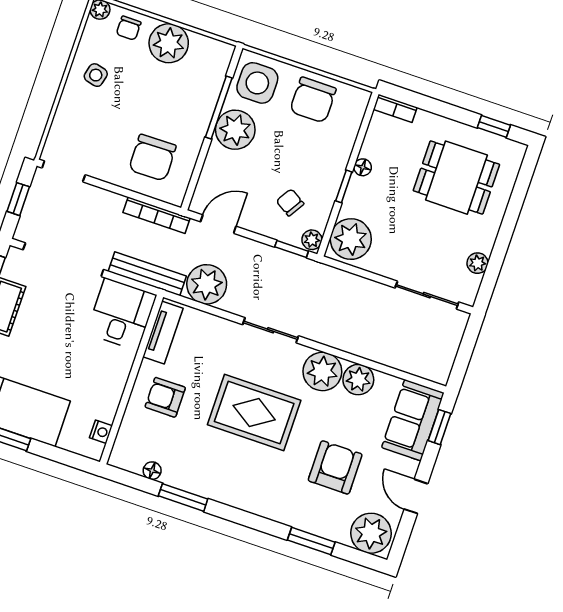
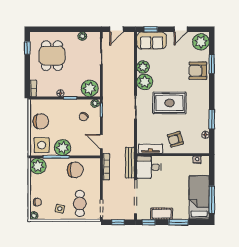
plant: (169, 43) -> (38, 166), moved
cafe table: (92, 126) -> (80, 203), added
chair: (152, 158) -> (75, 170), moved
plant: (207, 284) -> (126, 138), removed
door: (467, 348) -> (116, 29), added
armchair: (165, 397) -> (175, 139), turned 73
rug: (254, 413) -> (170, 103), turned 90
armchair: (335, 467) -> (198, 71), moved

